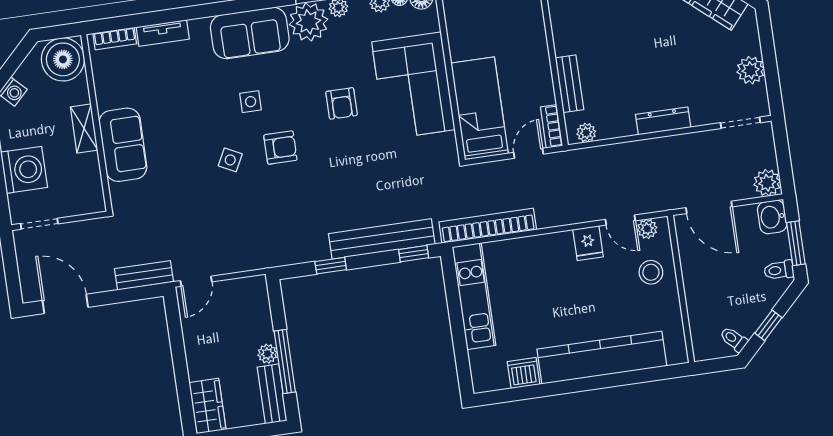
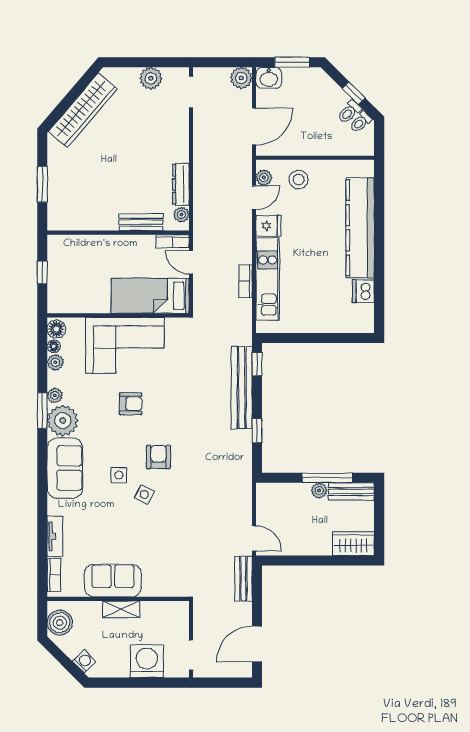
boiler: (63, 59) -> (60, 623), width x0.73, depth x0.73
dresser: (663, 121) -> (181, 184), moved
sofa: (123, 145) -> (113, 580), moved
side table: (230, 160) -> (144, 495), moved
bookcase: (488, 226) -> (245, 281), width x0.43, depth x0.76
toilet: (779, 270) -> (349, 112), moved, turned 45
kitchen unit: (474, 296) -> (268, 279), moved, turned 90

